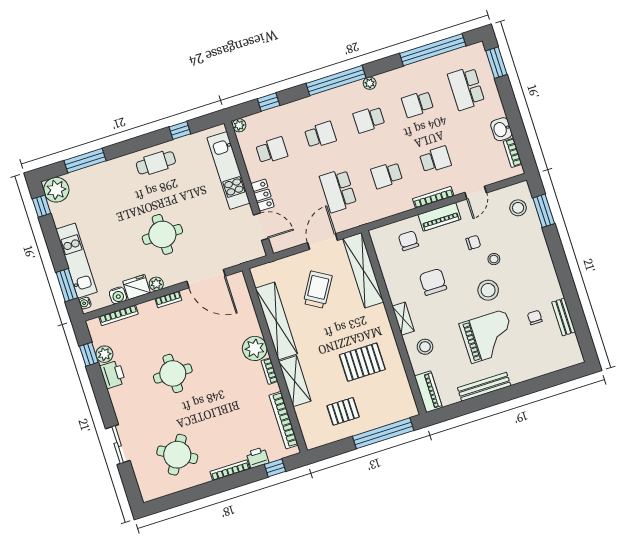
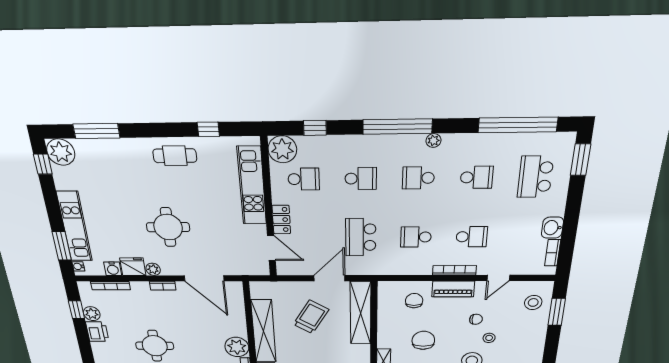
school desk: (418, 104) -> (477, 177), turned 180
plant: (239, 125) -> (282, 149), width x1.88, depth x1.88

